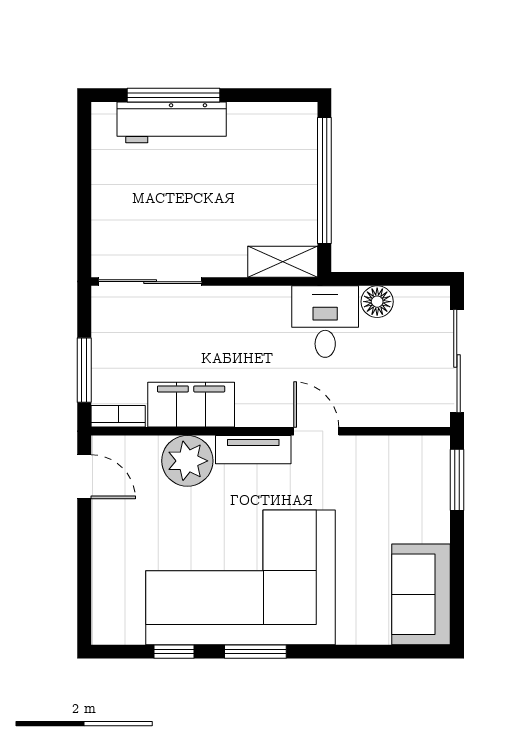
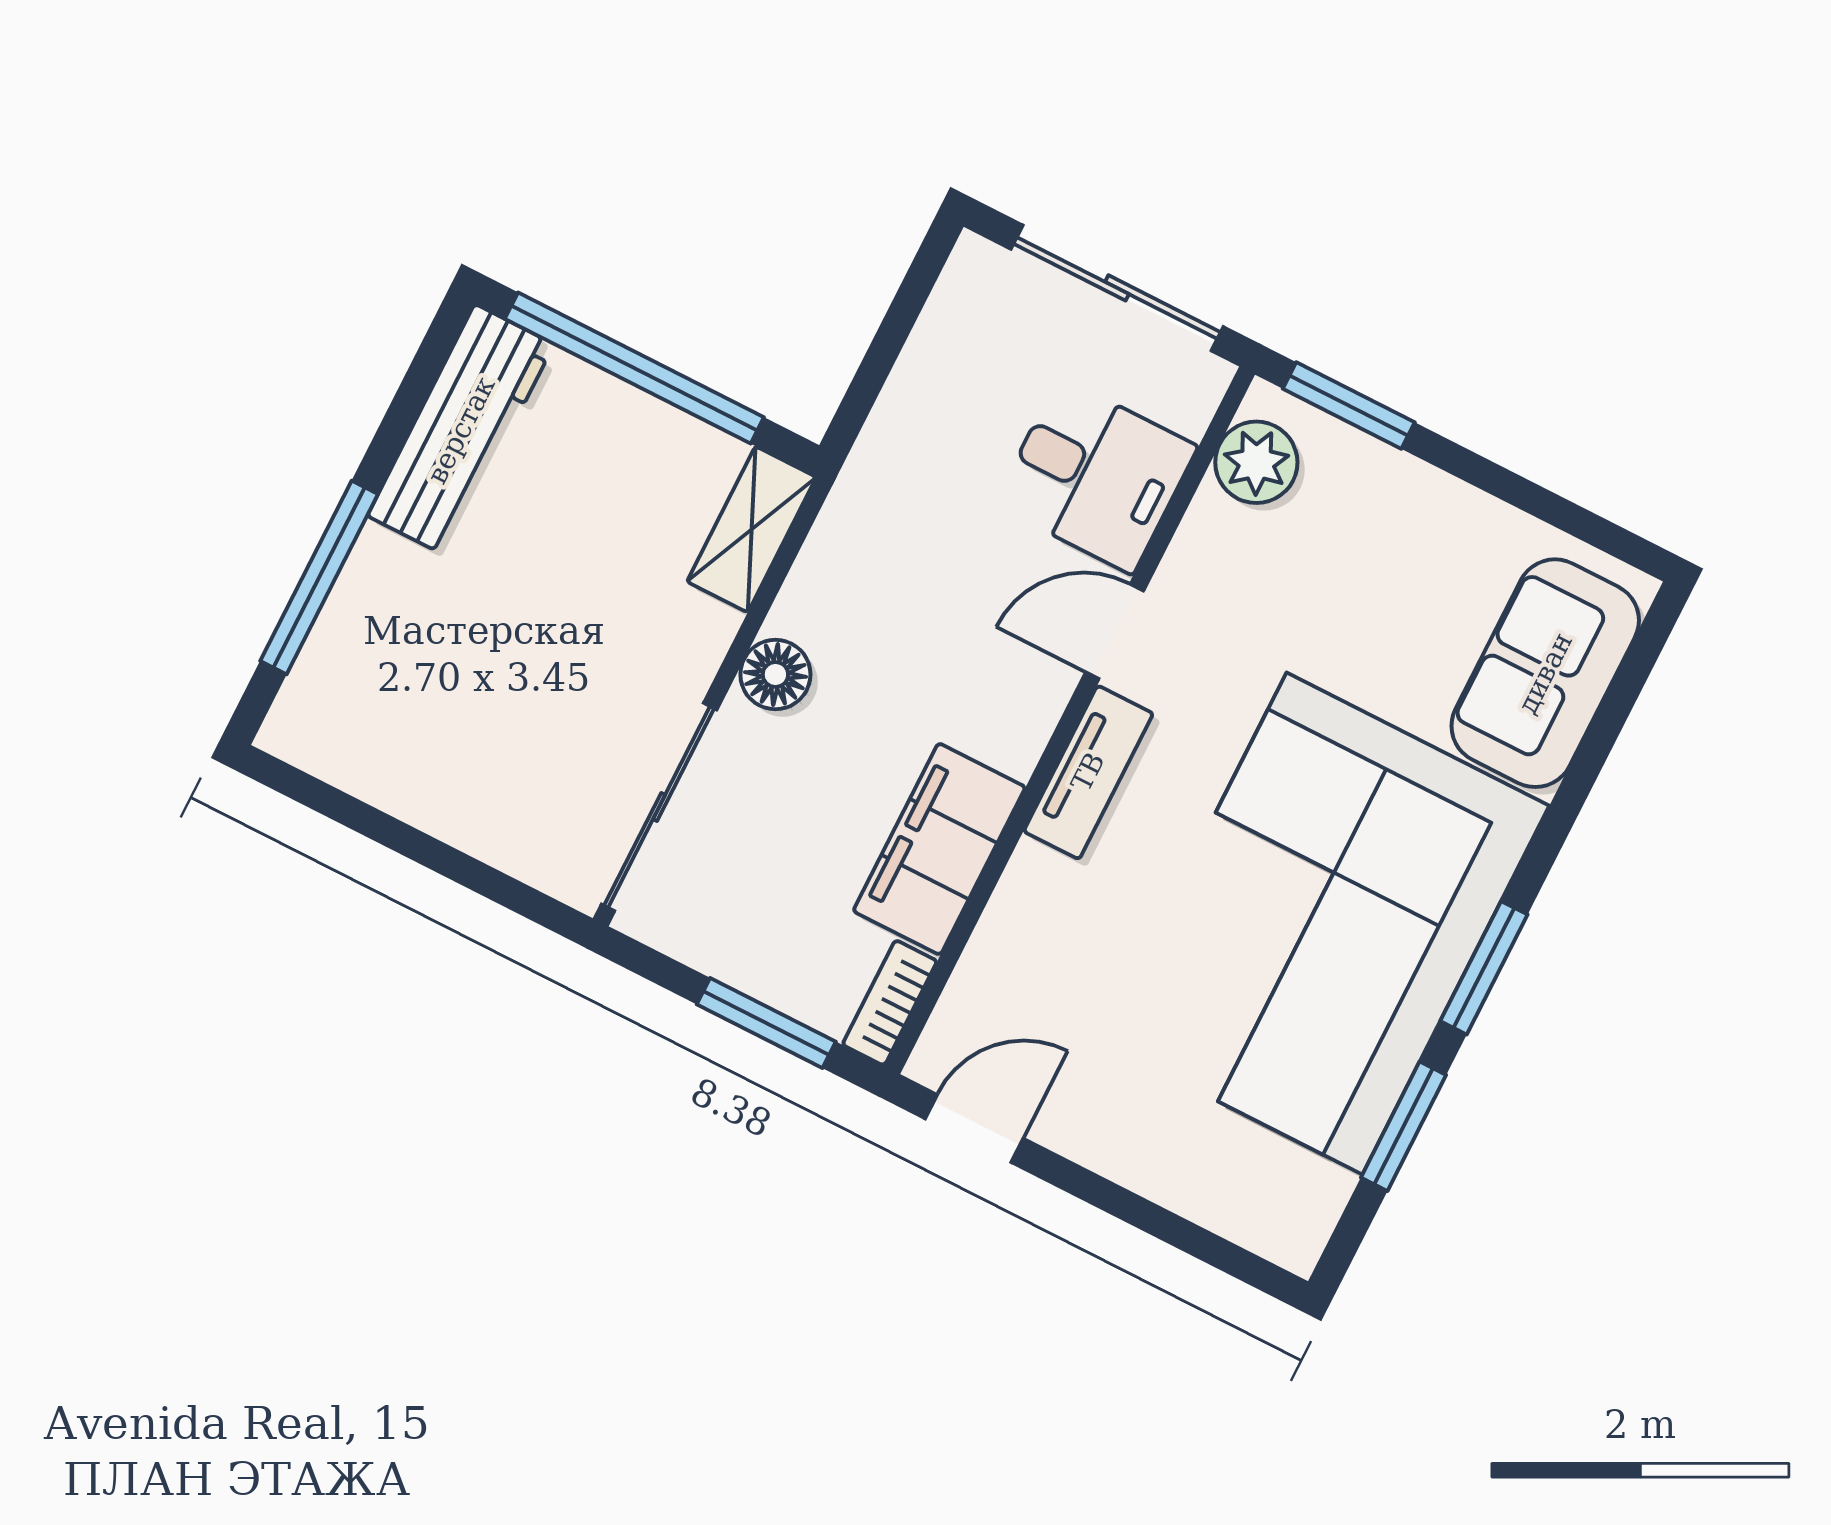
workbench: (172, 122) -> (461, 430), moved
floor lamp: (377, 302) -> (775, 675), moved
desk: (325, 322) -> (1096, 476), moved, turned 180
plant: (187, 461) -> (1256, 462), moved, width x0.73, depth x0.73
sofa: (421, 594) -> (1545, 673), moved, turned 90
window: (174, 652) -> (1403, 1126), width x1.50

